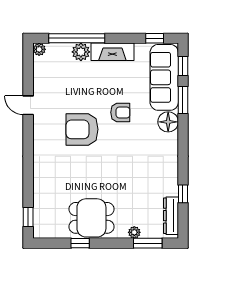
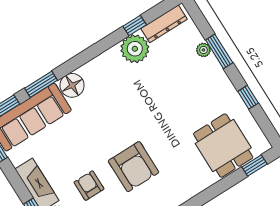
armchair: (120, 112) -> (89, 186), moved
plant: (166, 184) -> (135, 49), added
dining table: (91, 218) -> (223, 146), moved
window: (148, 243) -> (219, 51), moved

